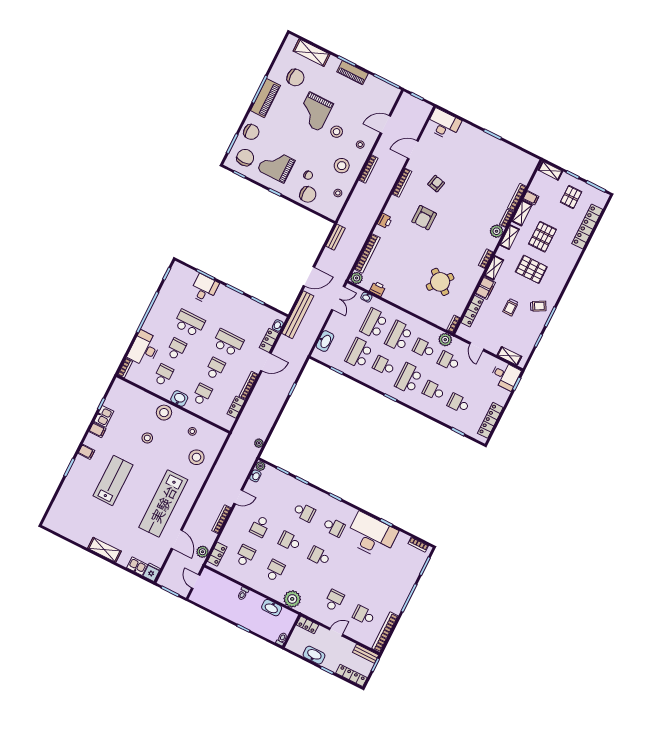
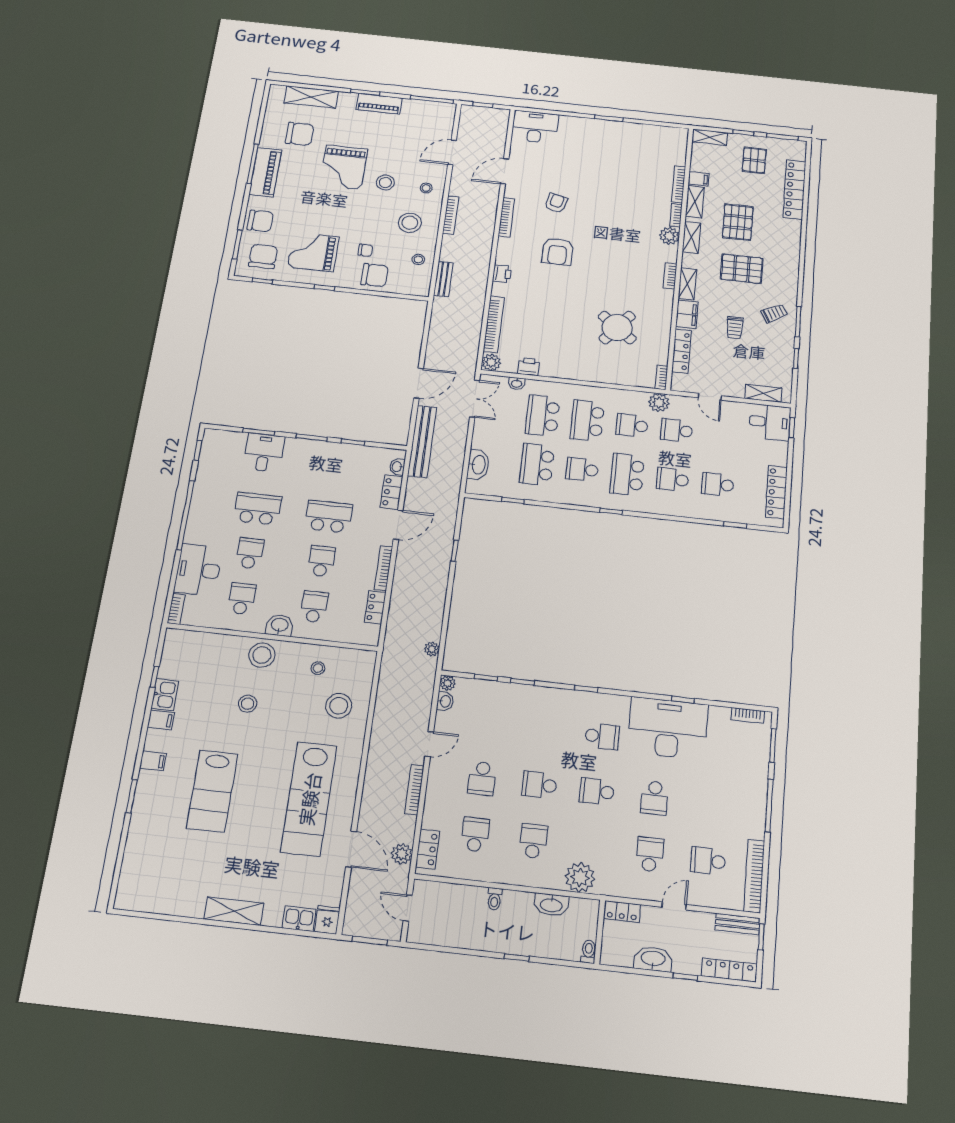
bench: (336, 237) -> (443, 279), moved
lab bench: (113, 480) -> (212, 791), turned 180
school desk: (304, 512) -> (655, 798), moved, turned 90

